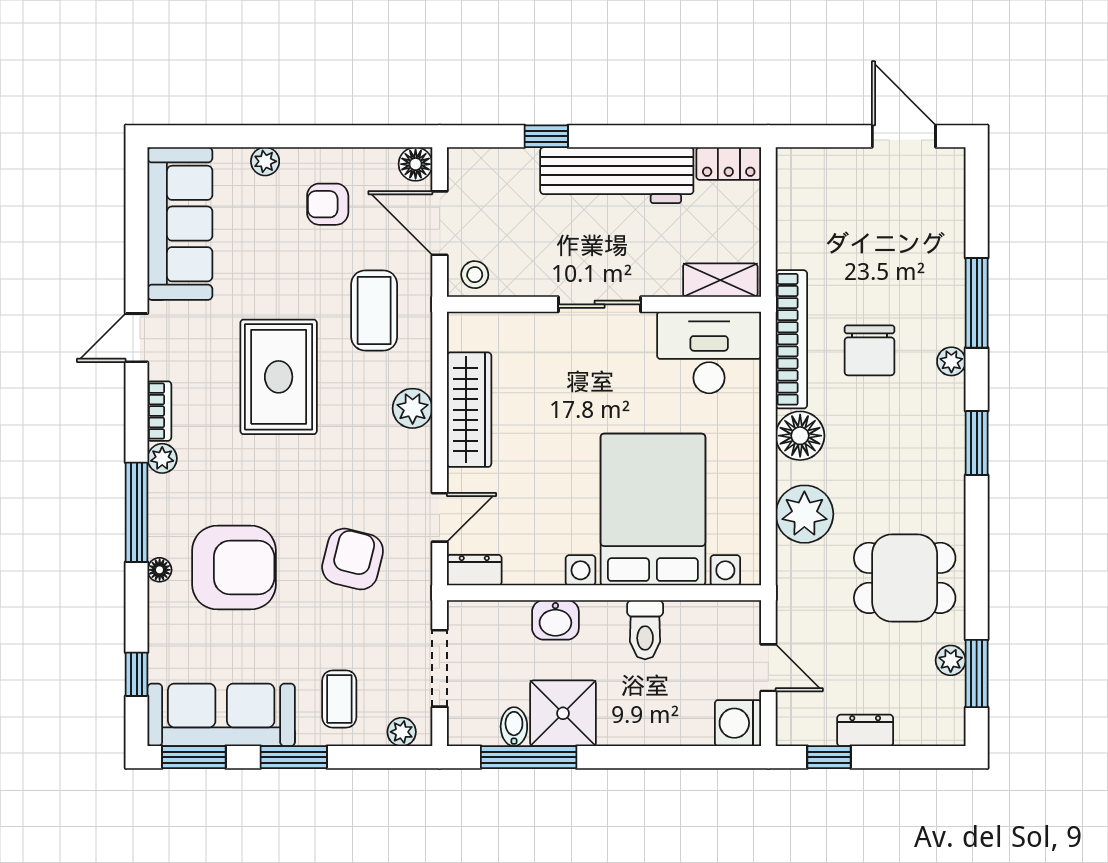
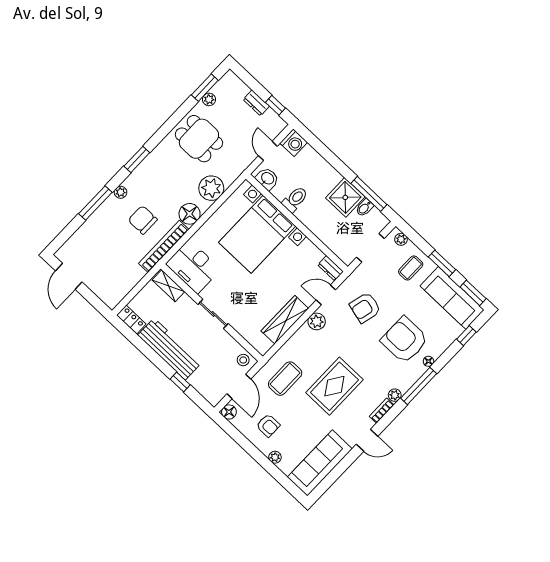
chair: (869, 350) -> (143, 220), turned -90
plant: (413, 408) -> (317, 321), moved
washbasin: (555, 620) -> (267, 179), moved

